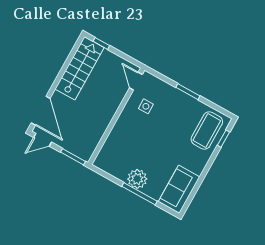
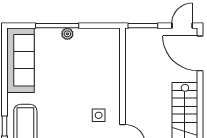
plant: (137, 179) -> (67, 34), width x0.53, depth x0.53
sofa: (179, 189) -> (20, 60), width x1.36

